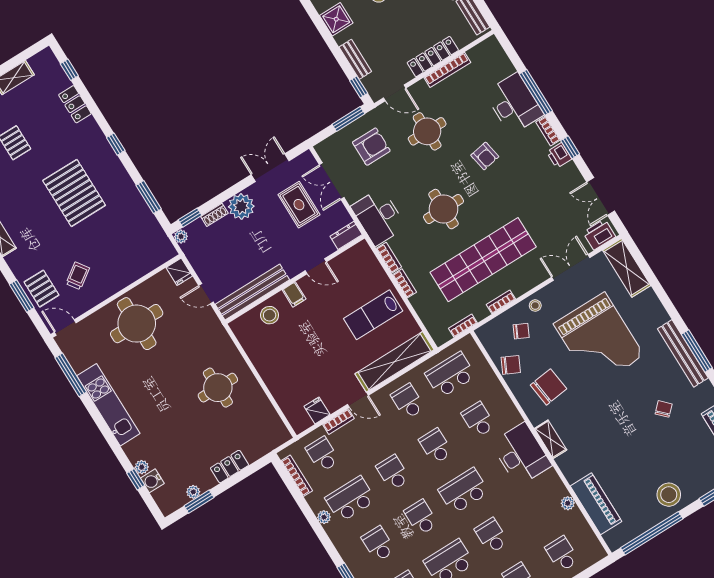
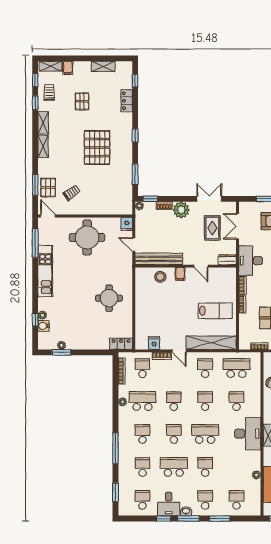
lab bench: (373, 315) -> (215, 311), turned 180
locker: (229, 467) -> (121, 344), moved

